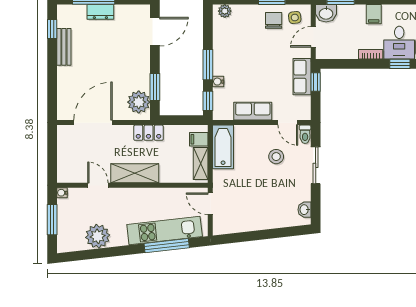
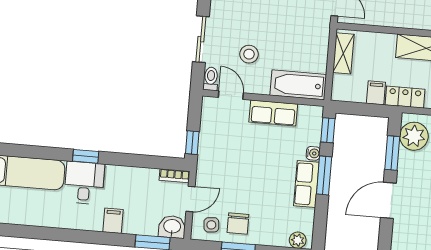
door: (155, 32) -> (388, 200), moved
bookcase: (371, 54) -> (174, 176), moved
row of seats: (302, 77) -> (306, 184), moved, turned 180
filing cabinet: (199, 139) -> (376, 93), moved, turned -90
bathtub: (223, 147) -> (298, 85), moved, turned 90

